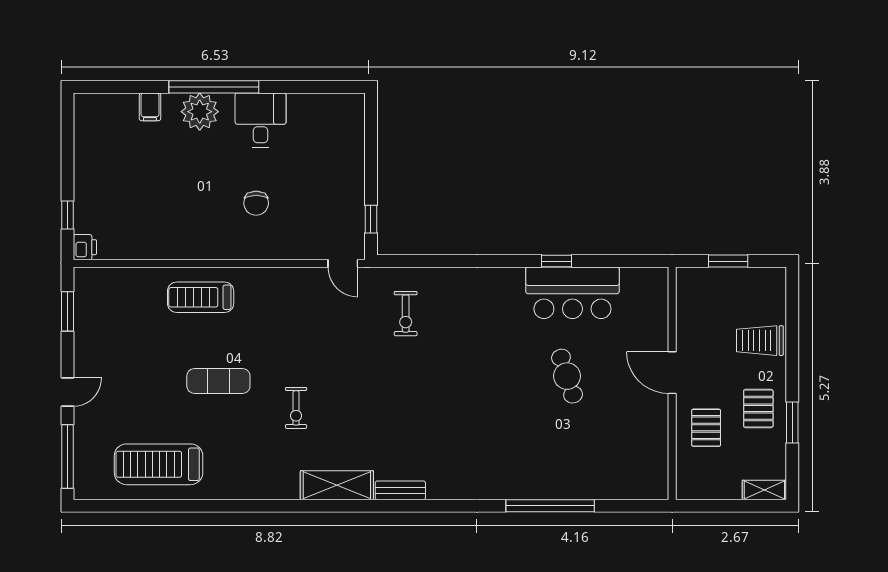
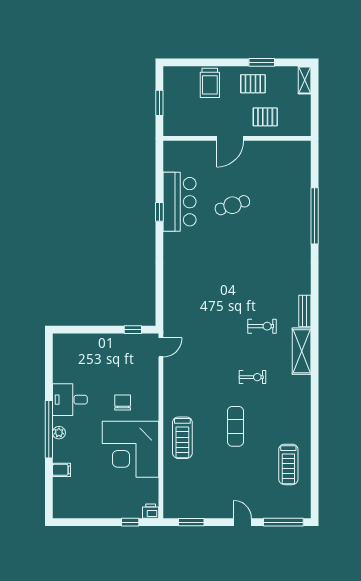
plant: (200, 112) -> (59, 433), width x0.53, depth x0.53
chair: (256, 203) -> (123, 402), turned -90
corner desk: (182, 216) -> (131, 449), added
exercise bike: (406, 314) -> (262, 326), moved
treadmill: (159, 464) -> (288, 464), width x0.73, depth x0.73

